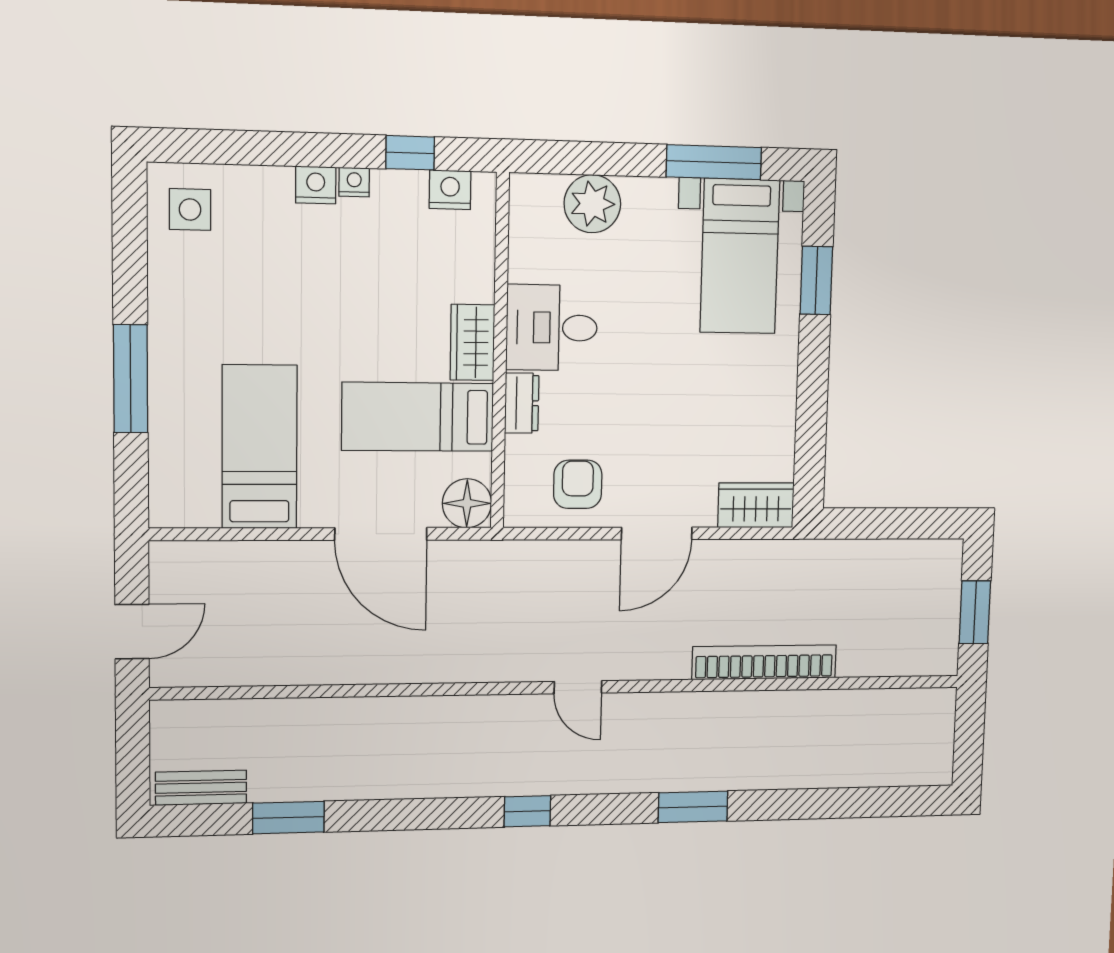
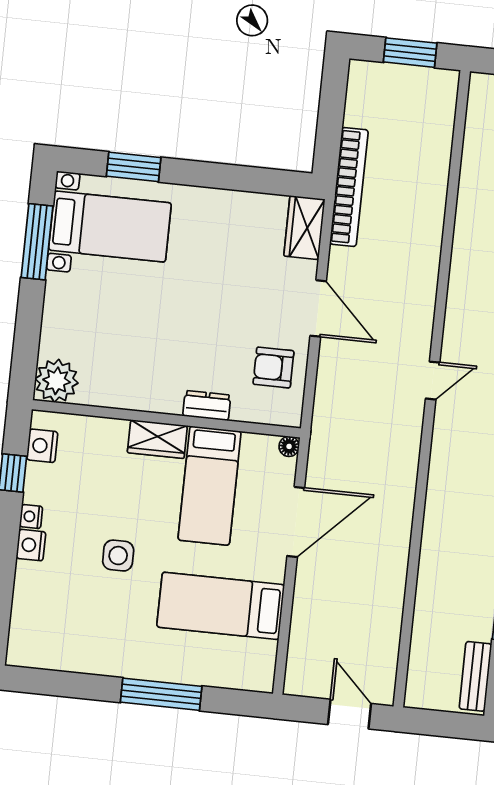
plant: (592, 204) -> (57, 381), moved
side table: (190, 209) -> (118, 556), moved
desk: (552, 328) -> (152, 378), removed
floor lamp: (467, 503) -> (289, 446), width x0.53, depth x0.53
bookcase: (764, 662) -> (349, 187), moved, turned 180

